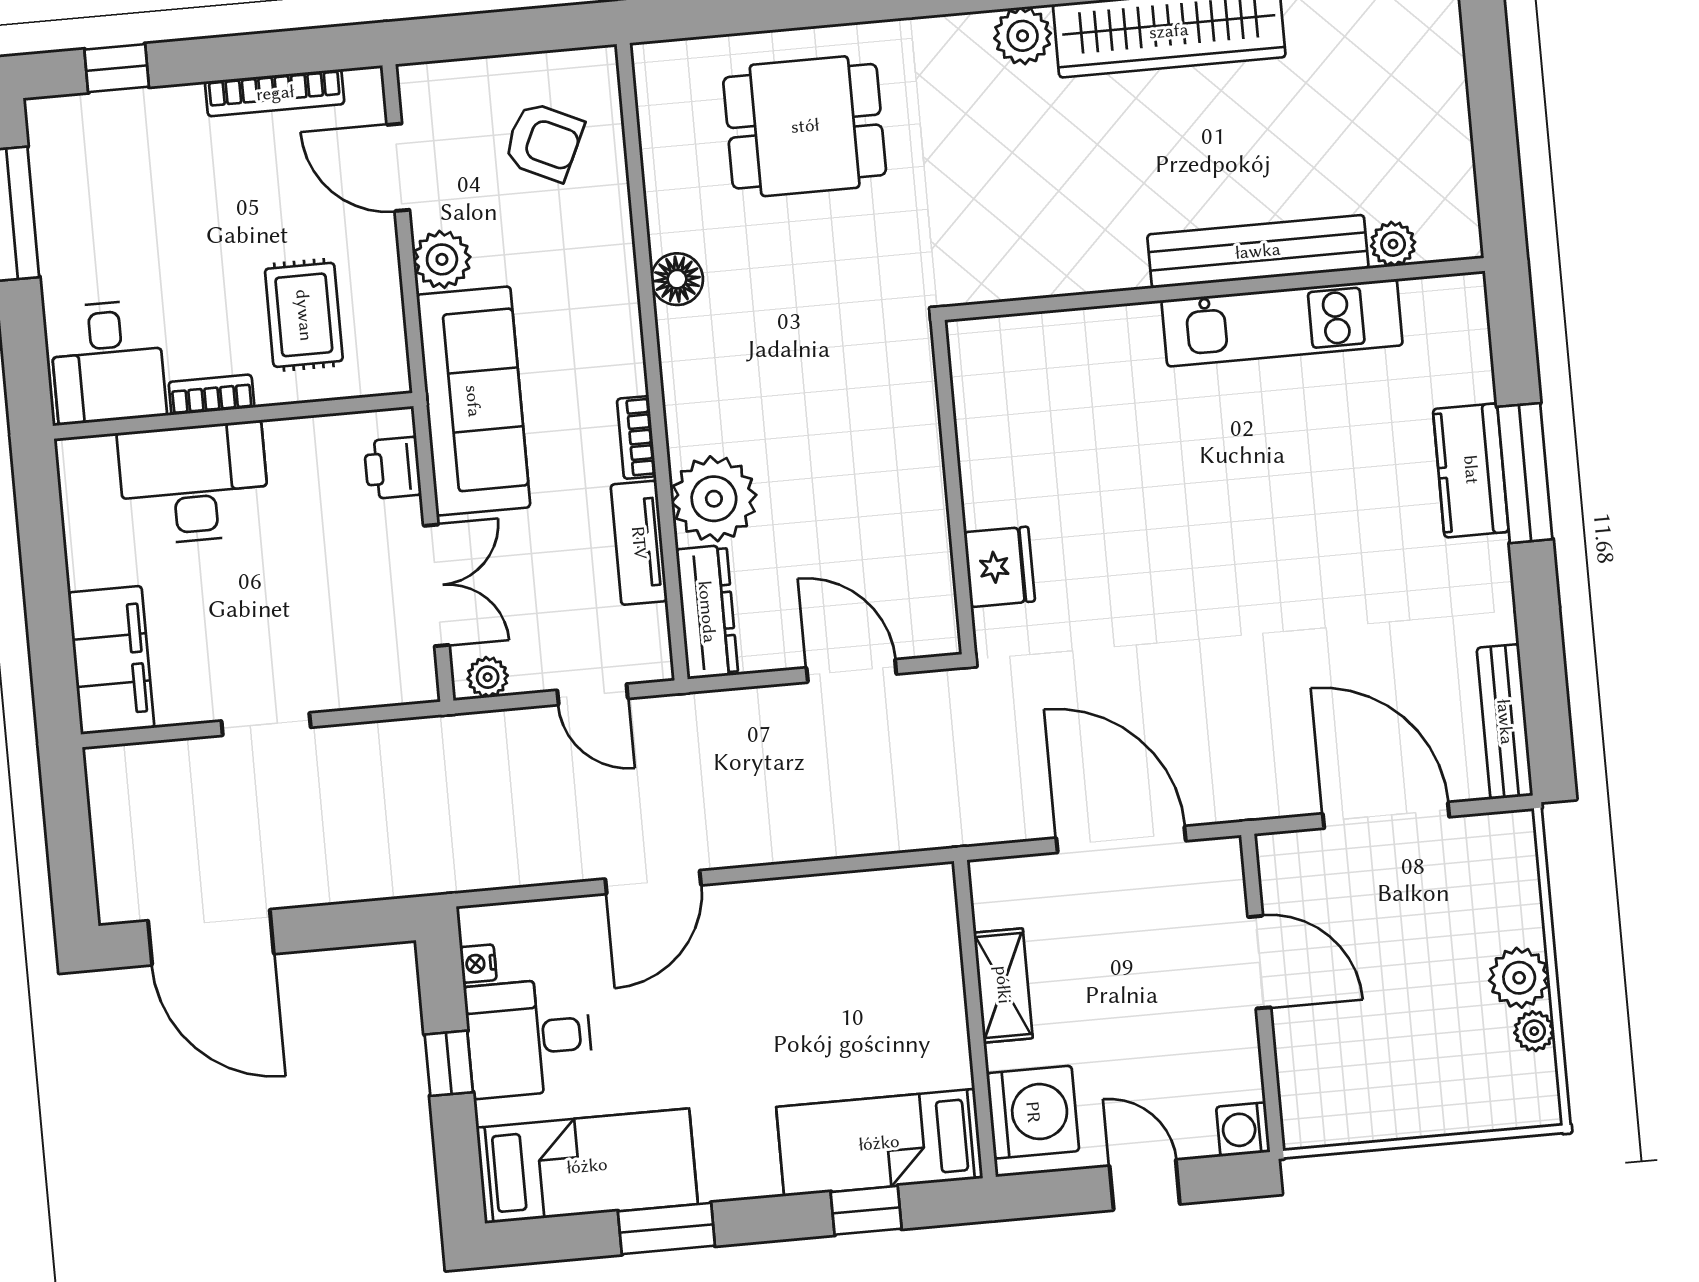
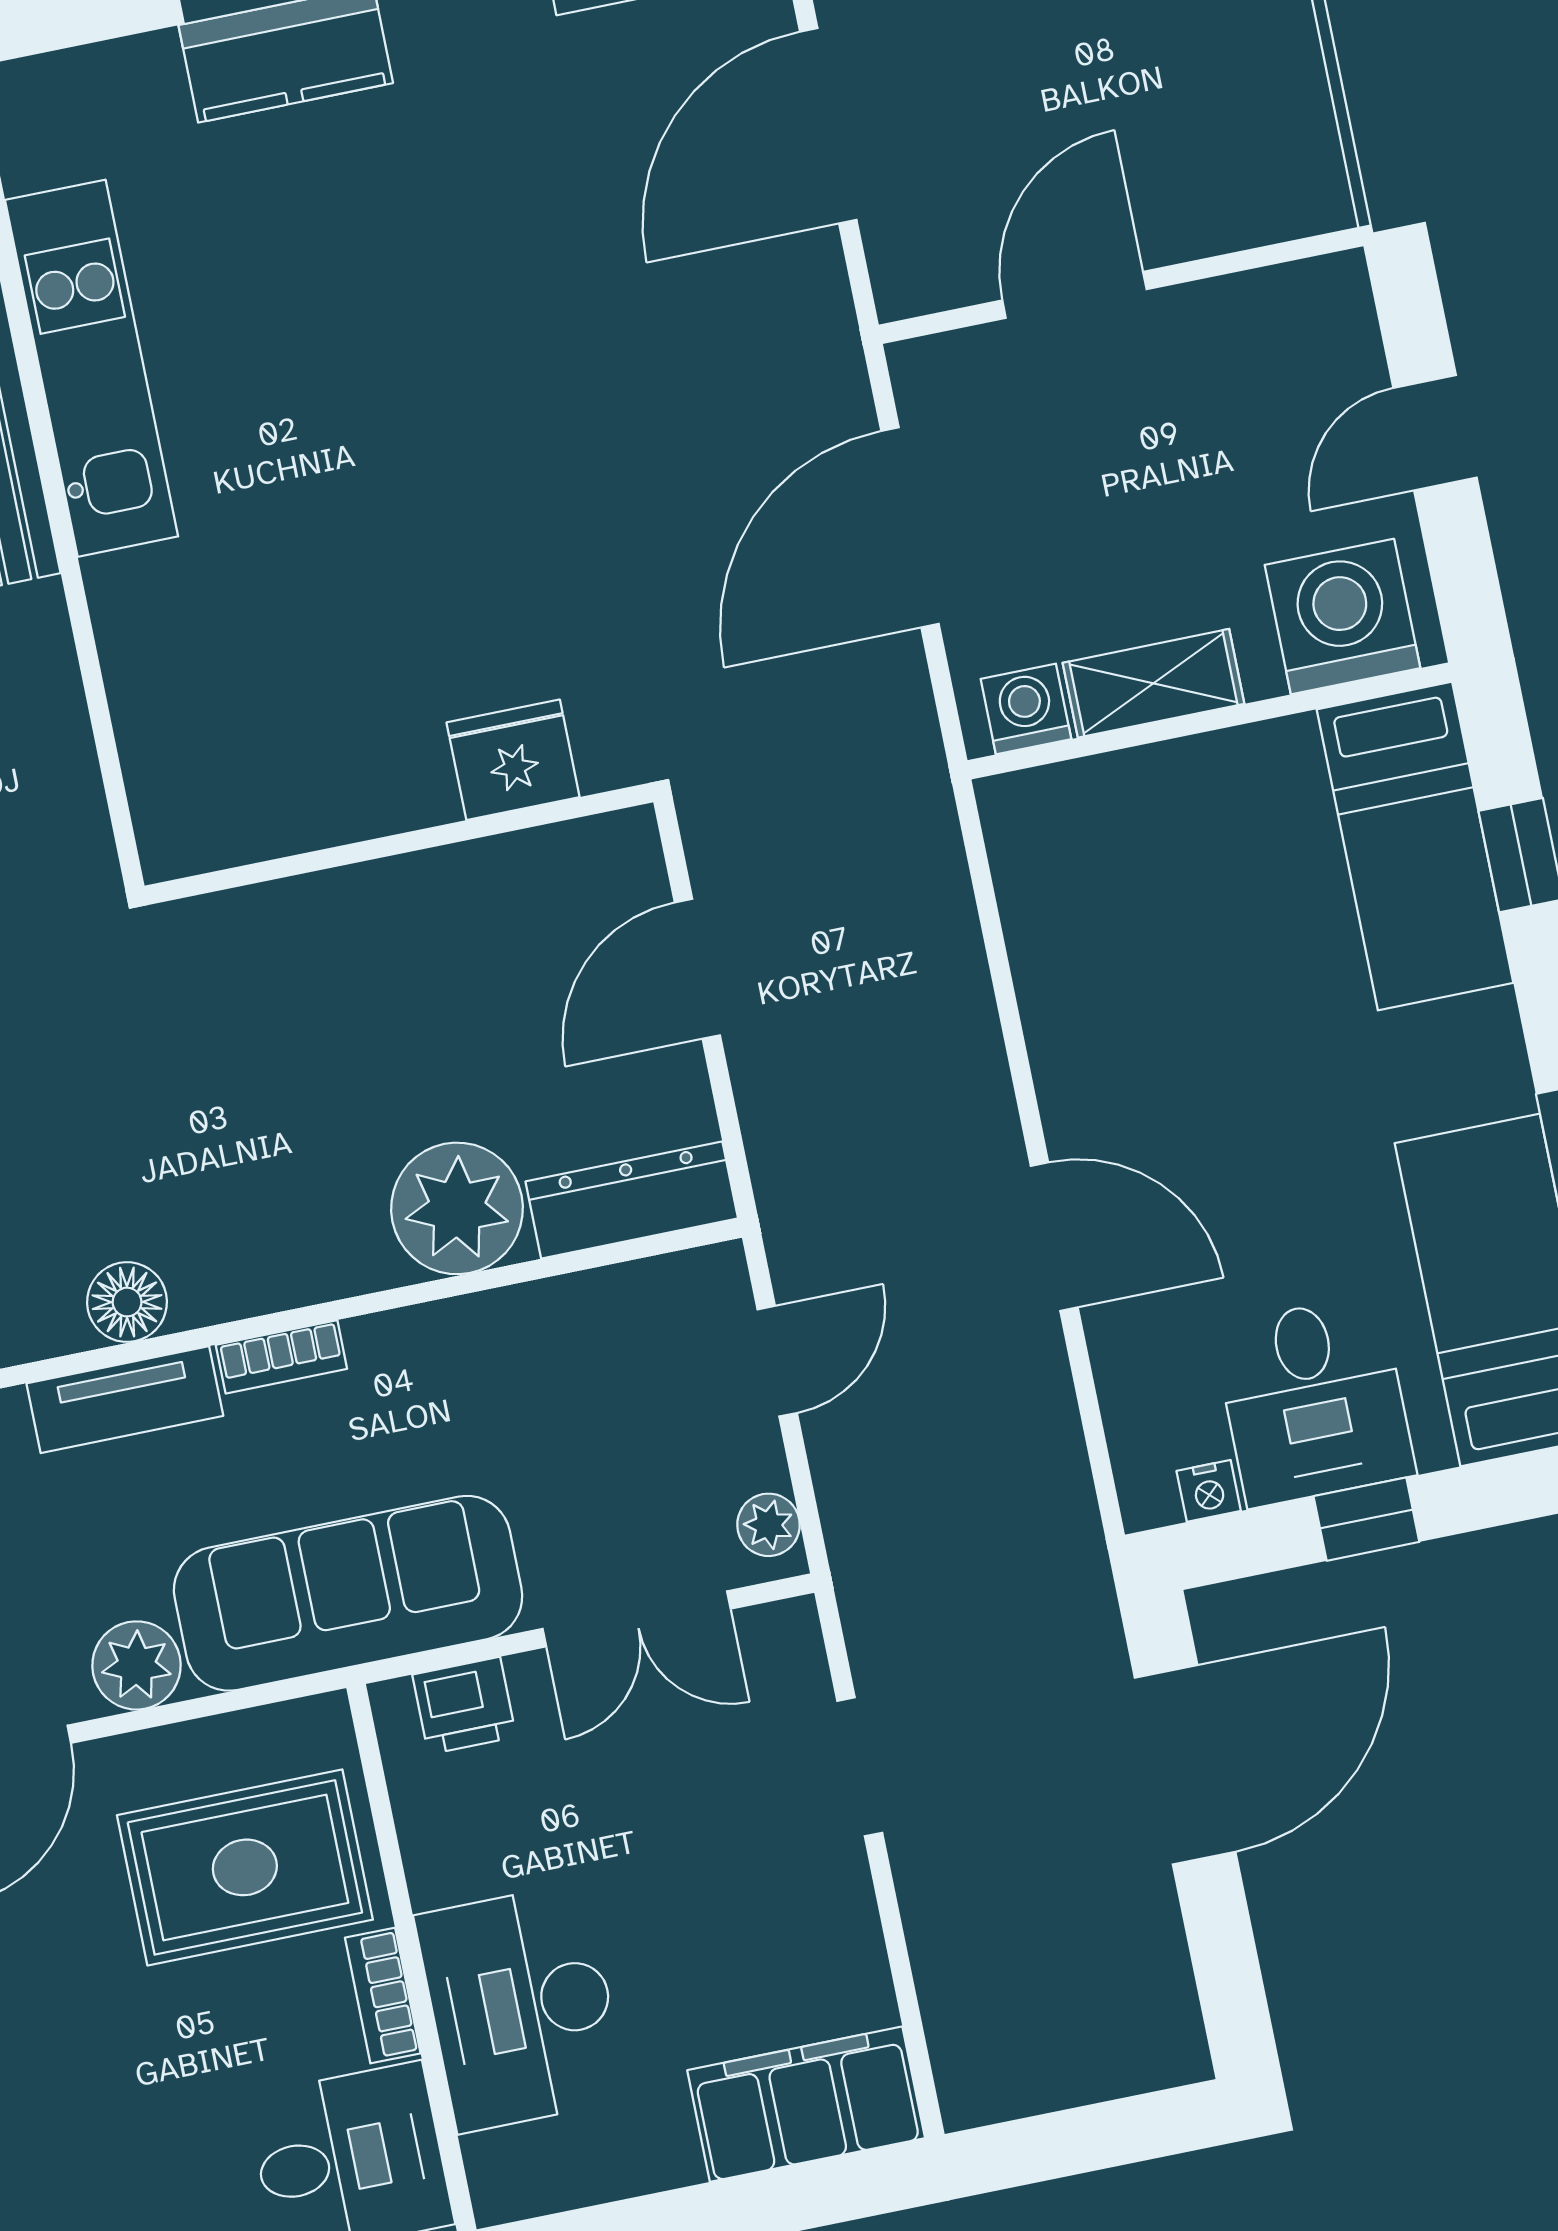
rug: (304, 315) -> (245, 1867), width x1.36, depth x1.43
bookcase: (636, 437) -> (281, 1357), moved
tv unit: (639, 543) -> (125, 1400), moved
double door: (436, 585) -> (637, 1619), swing flipped
doorway: (266, 724) -> (860, 1767), moved
door: (211, 937) -> (1185, 1765), moved
washing machine: (1243, 1129) -> (1026, 709), moved, turned 180

